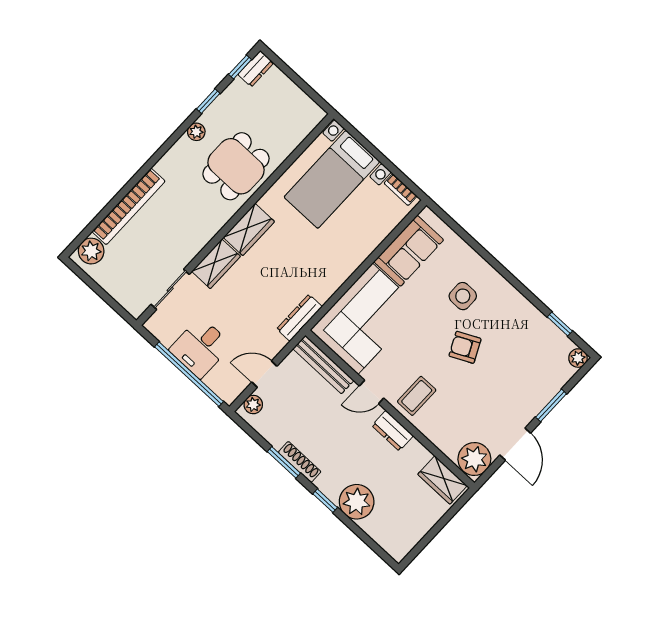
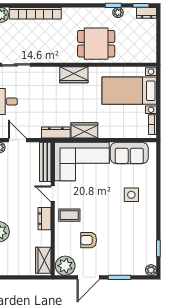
plant: (196, 132) -> (118, 12), moved
wardrobe: (216, 264) -> (84, 130), moved, turned 180
armchair: (465, 347) -> (89, 240), moved, turned -64

